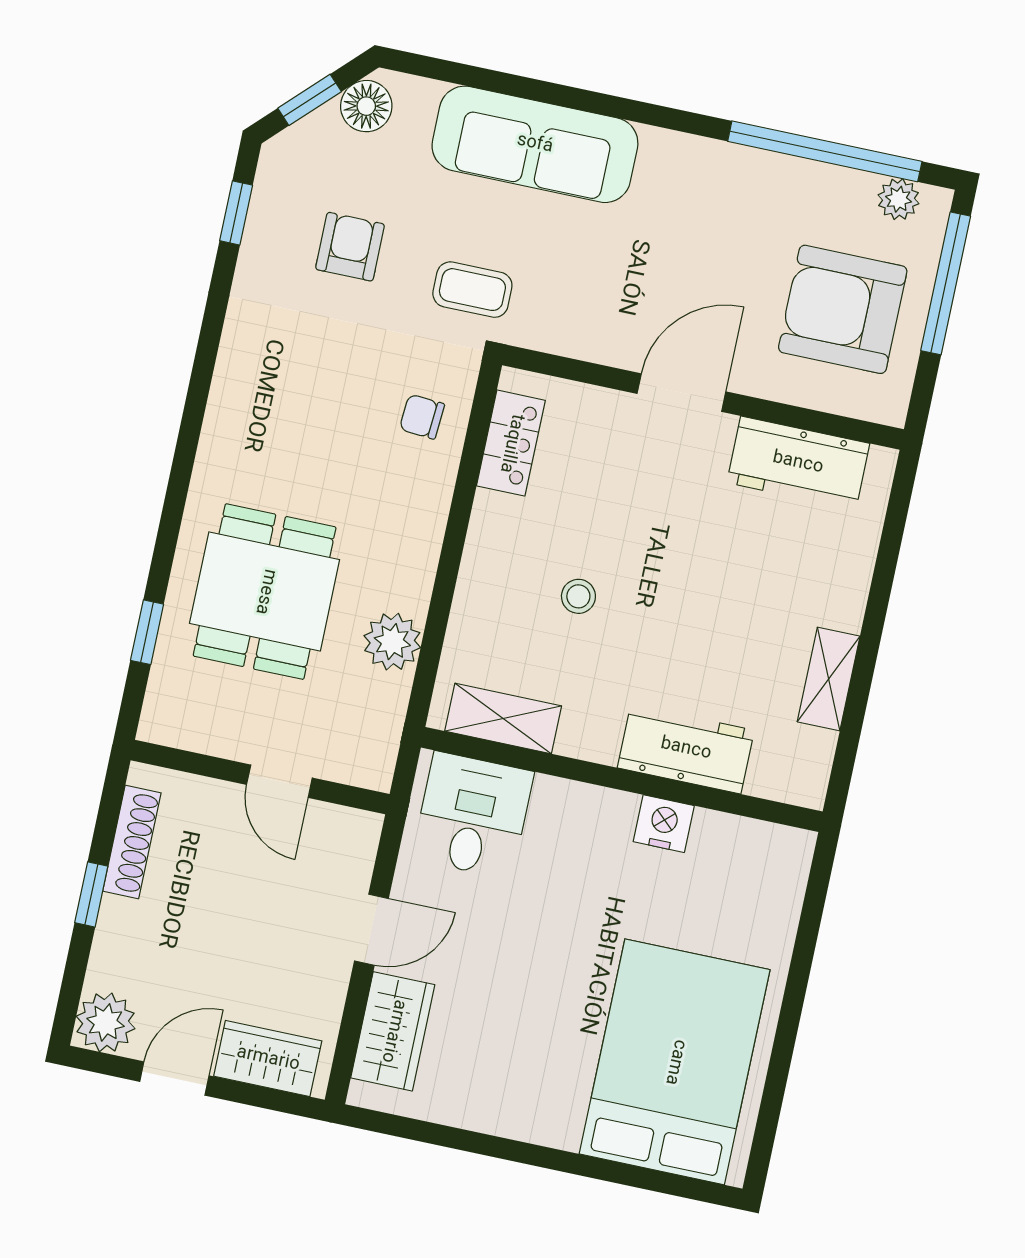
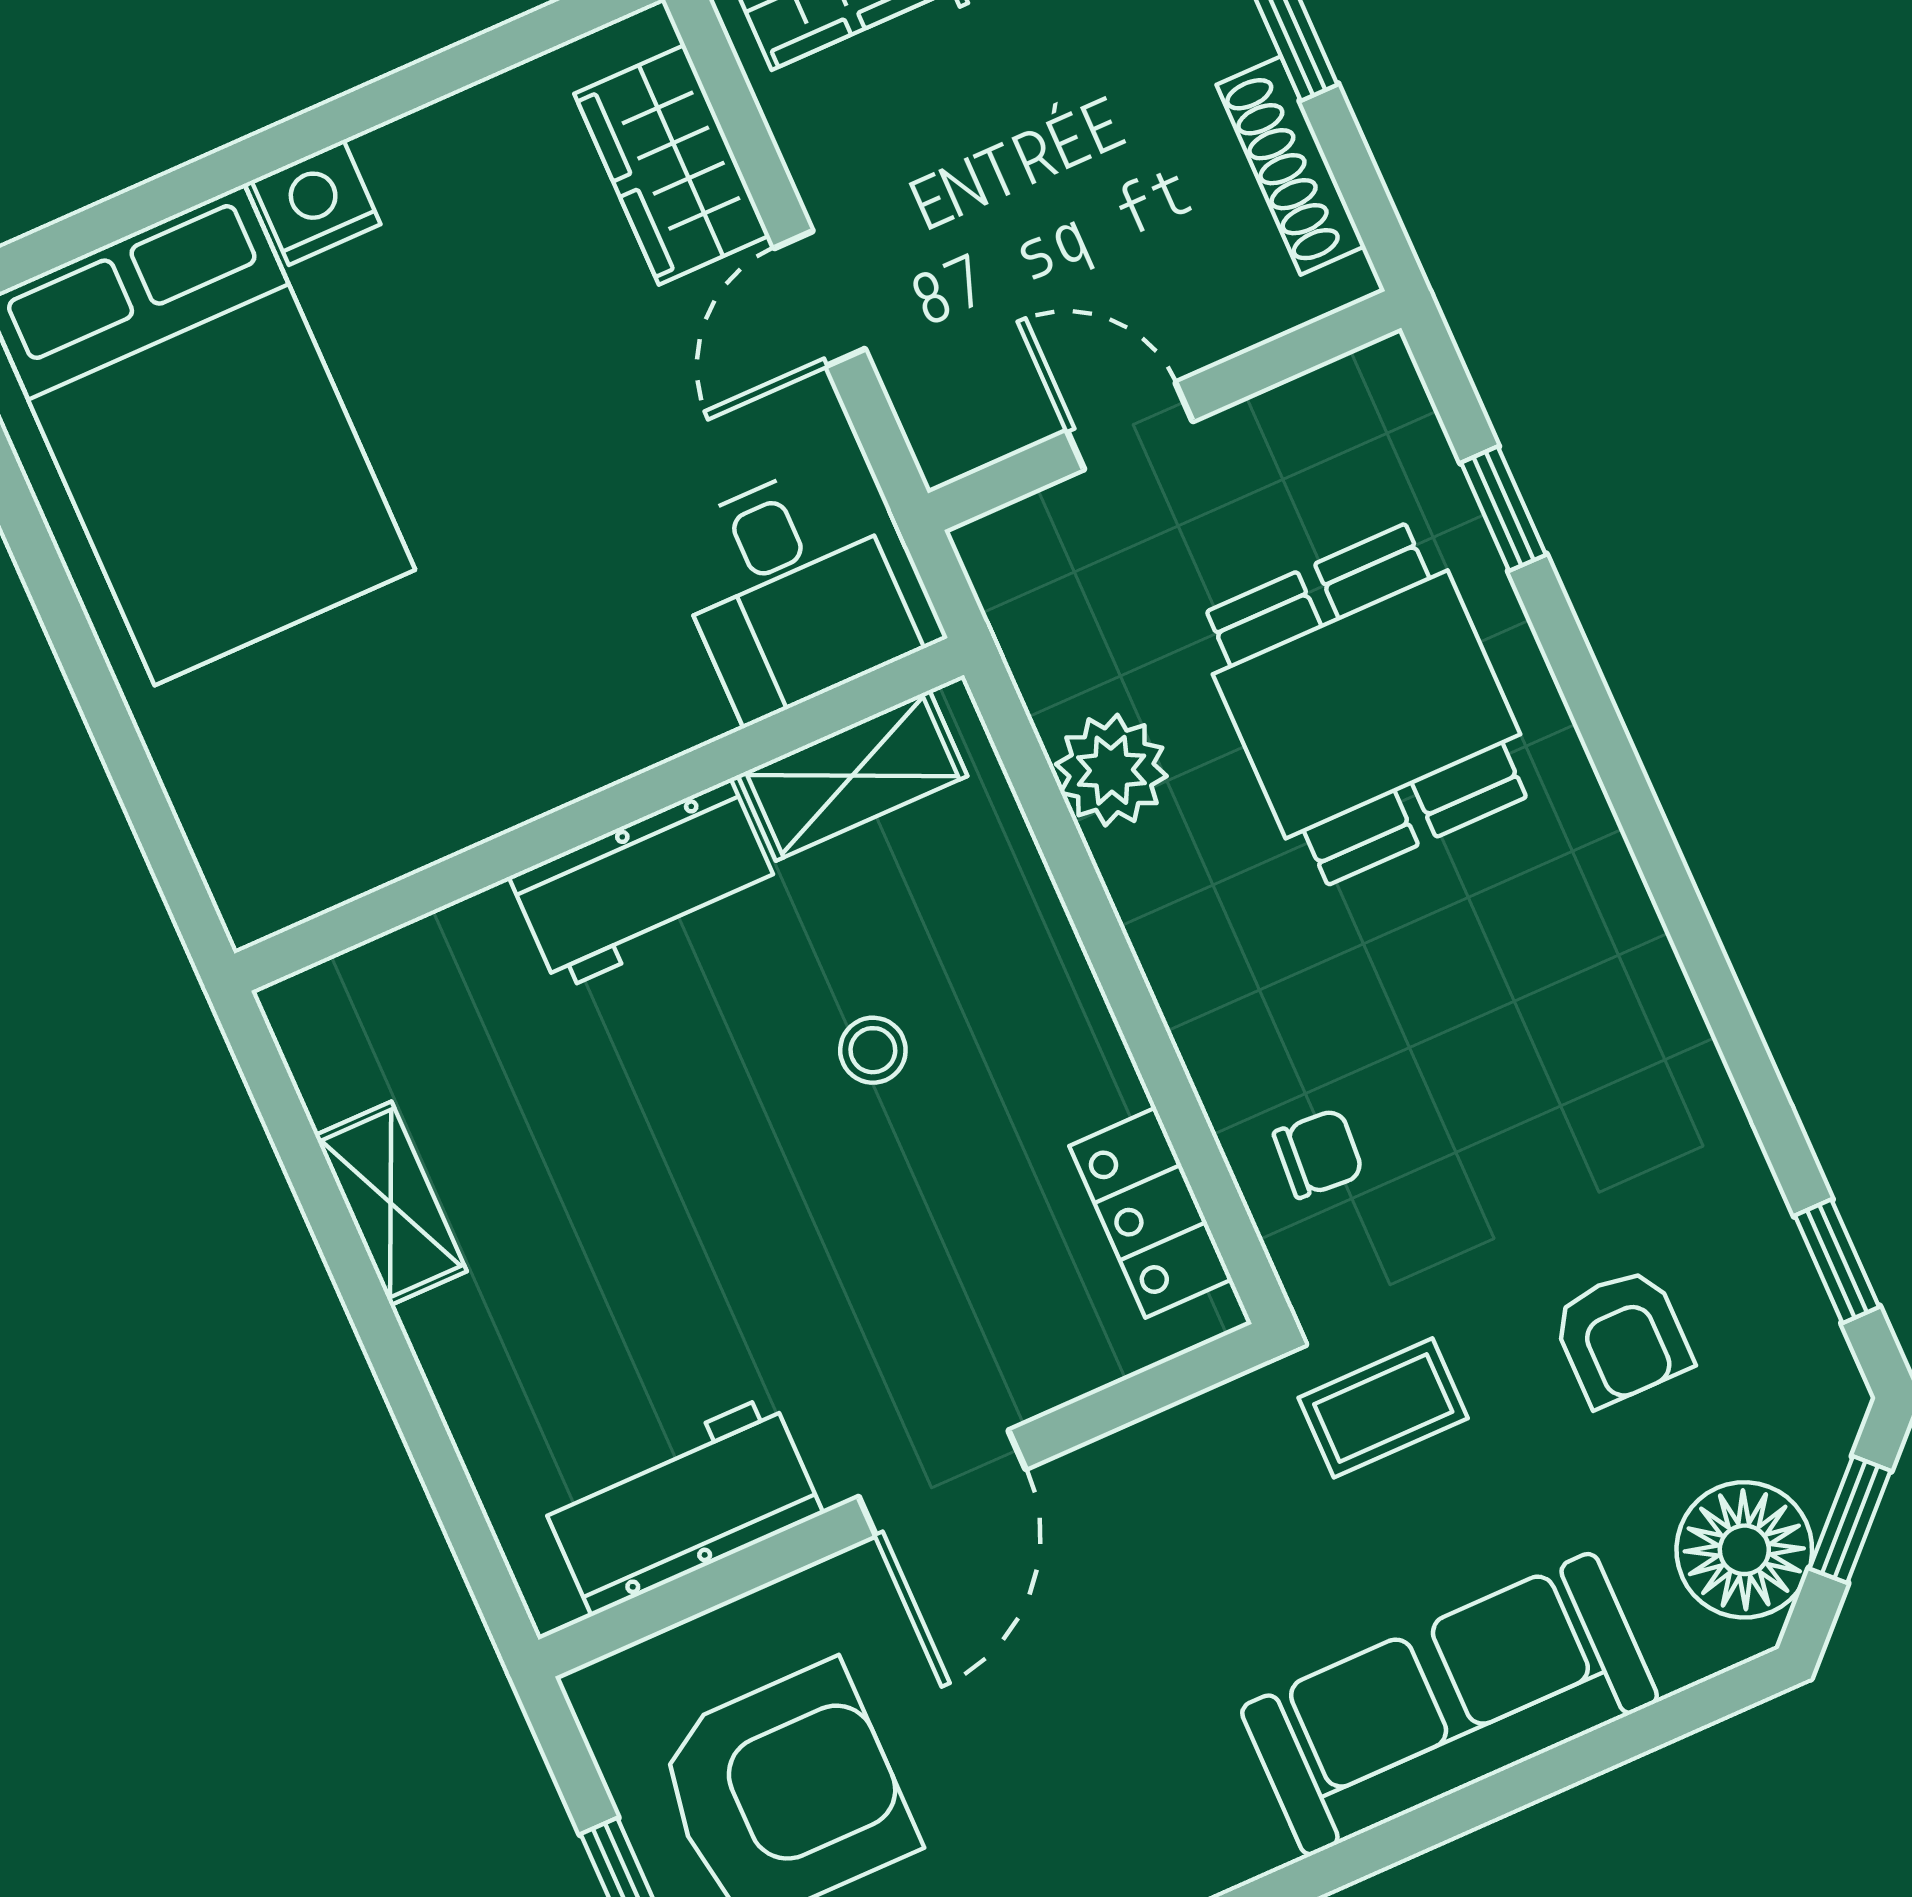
floor lamp: (366, 106) -> (1744, 1550), width x1.38, depth x1.38
workbench: (686, 749) -> (645, 885), moved
nightstand: (664, 824) -> (316, 202), moved, turned 180

